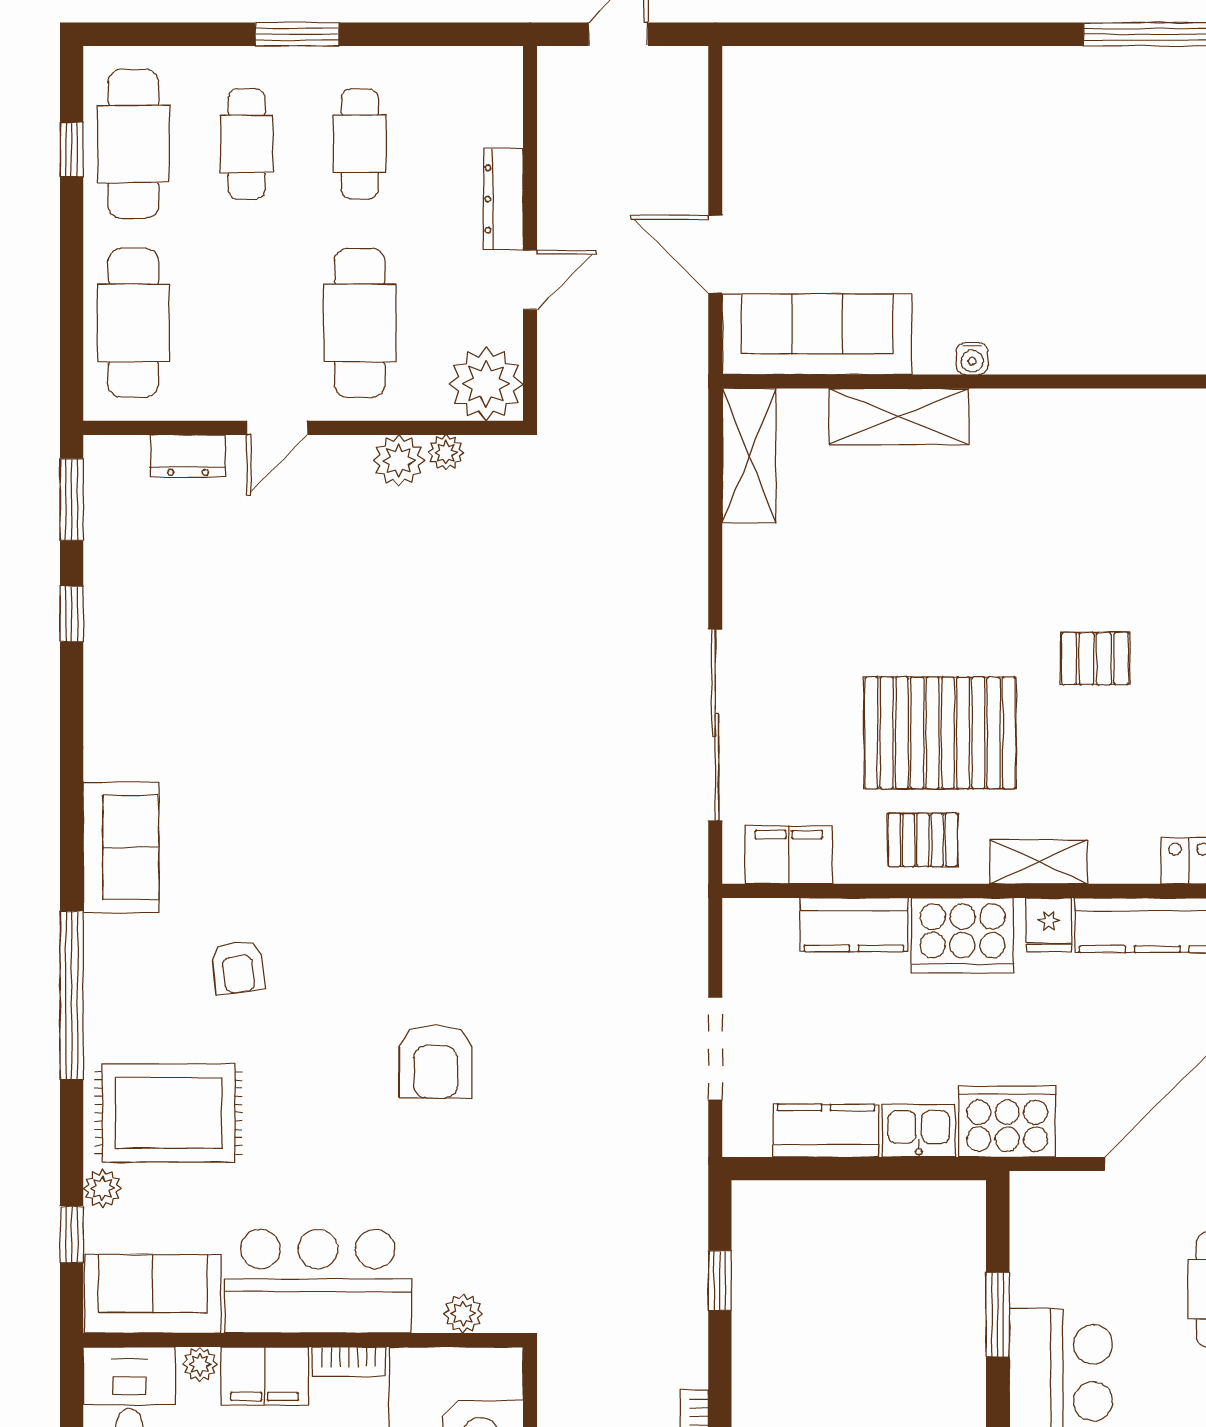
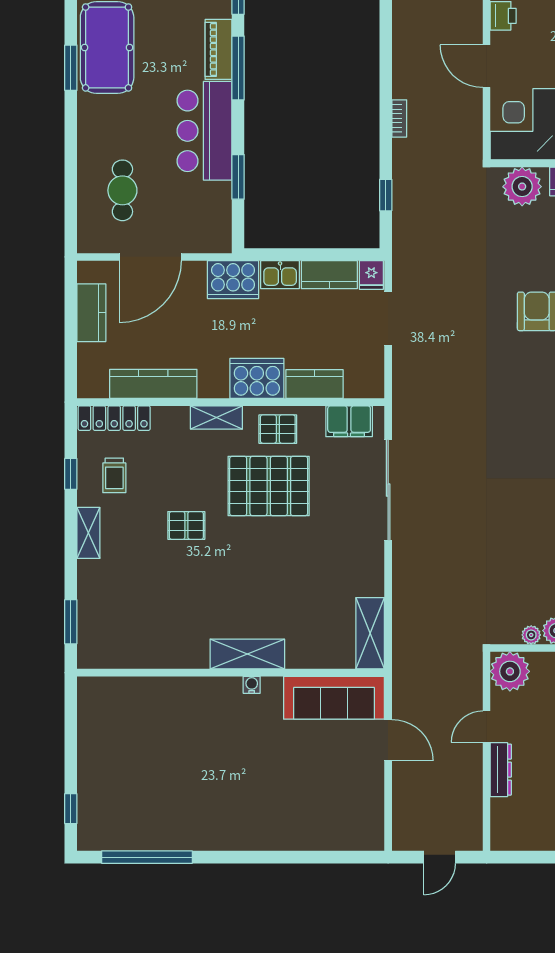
shelving: (899, 417) -> (247, 654), moved
fridge: (1049, 925) -> (371, 275), moved, turned 180
plant: (463, 1314) -> (522, 187), width x1.87, depth x1.87

